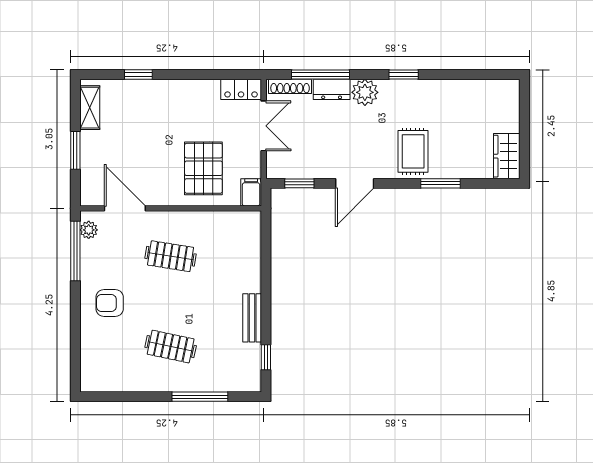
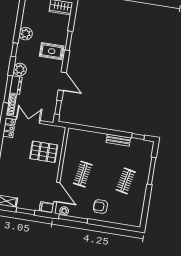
plant: (441, 92) -> (26, 34), added
filing cabinet: (251, 192) -> (46, 207), moved
door: (125, 208) -> (57, 192), swing flipped
armchair: (110, 303) -> (100, 207), turned 90

